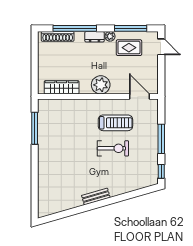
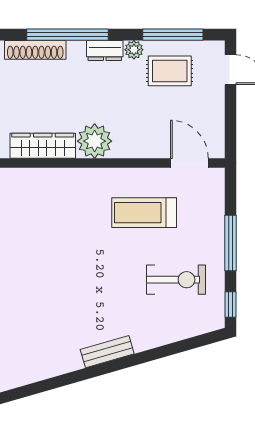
plant: (101, 85) -> (95, 141), moved
treadmill: (115, 123) -> (144, 213), turned 180
exercise bike: (113, 148) -> (176, 280), moved

